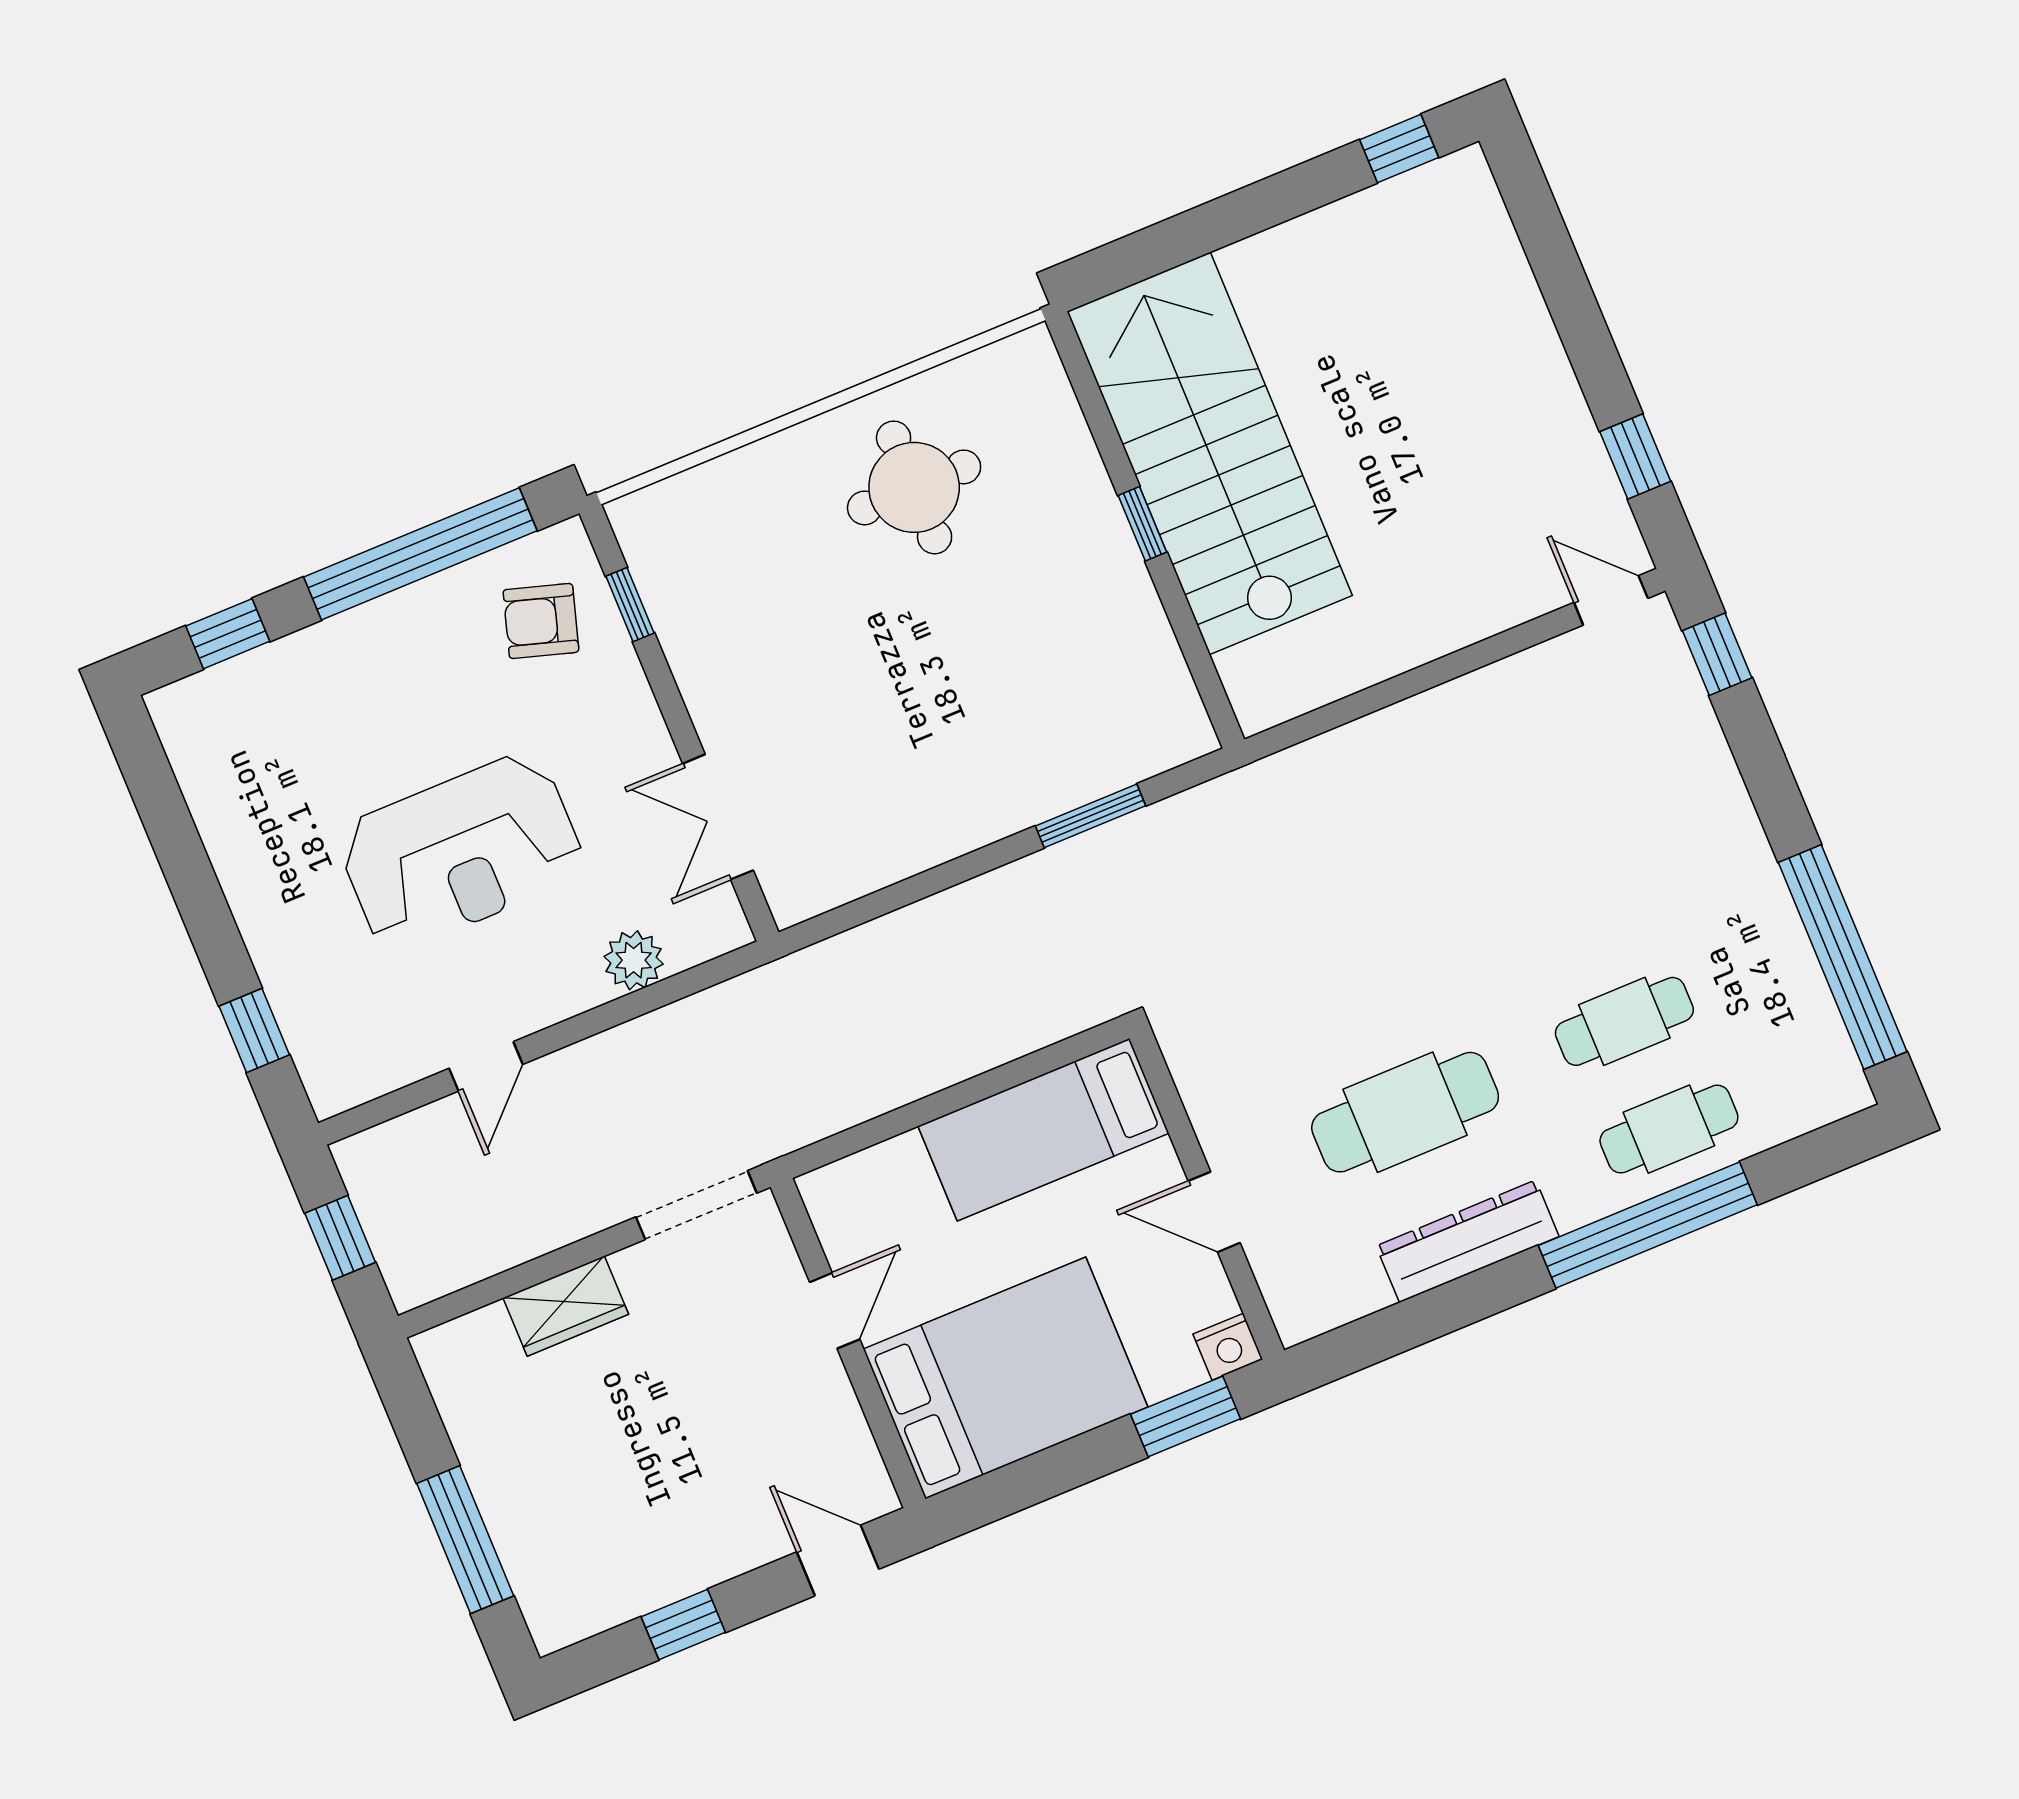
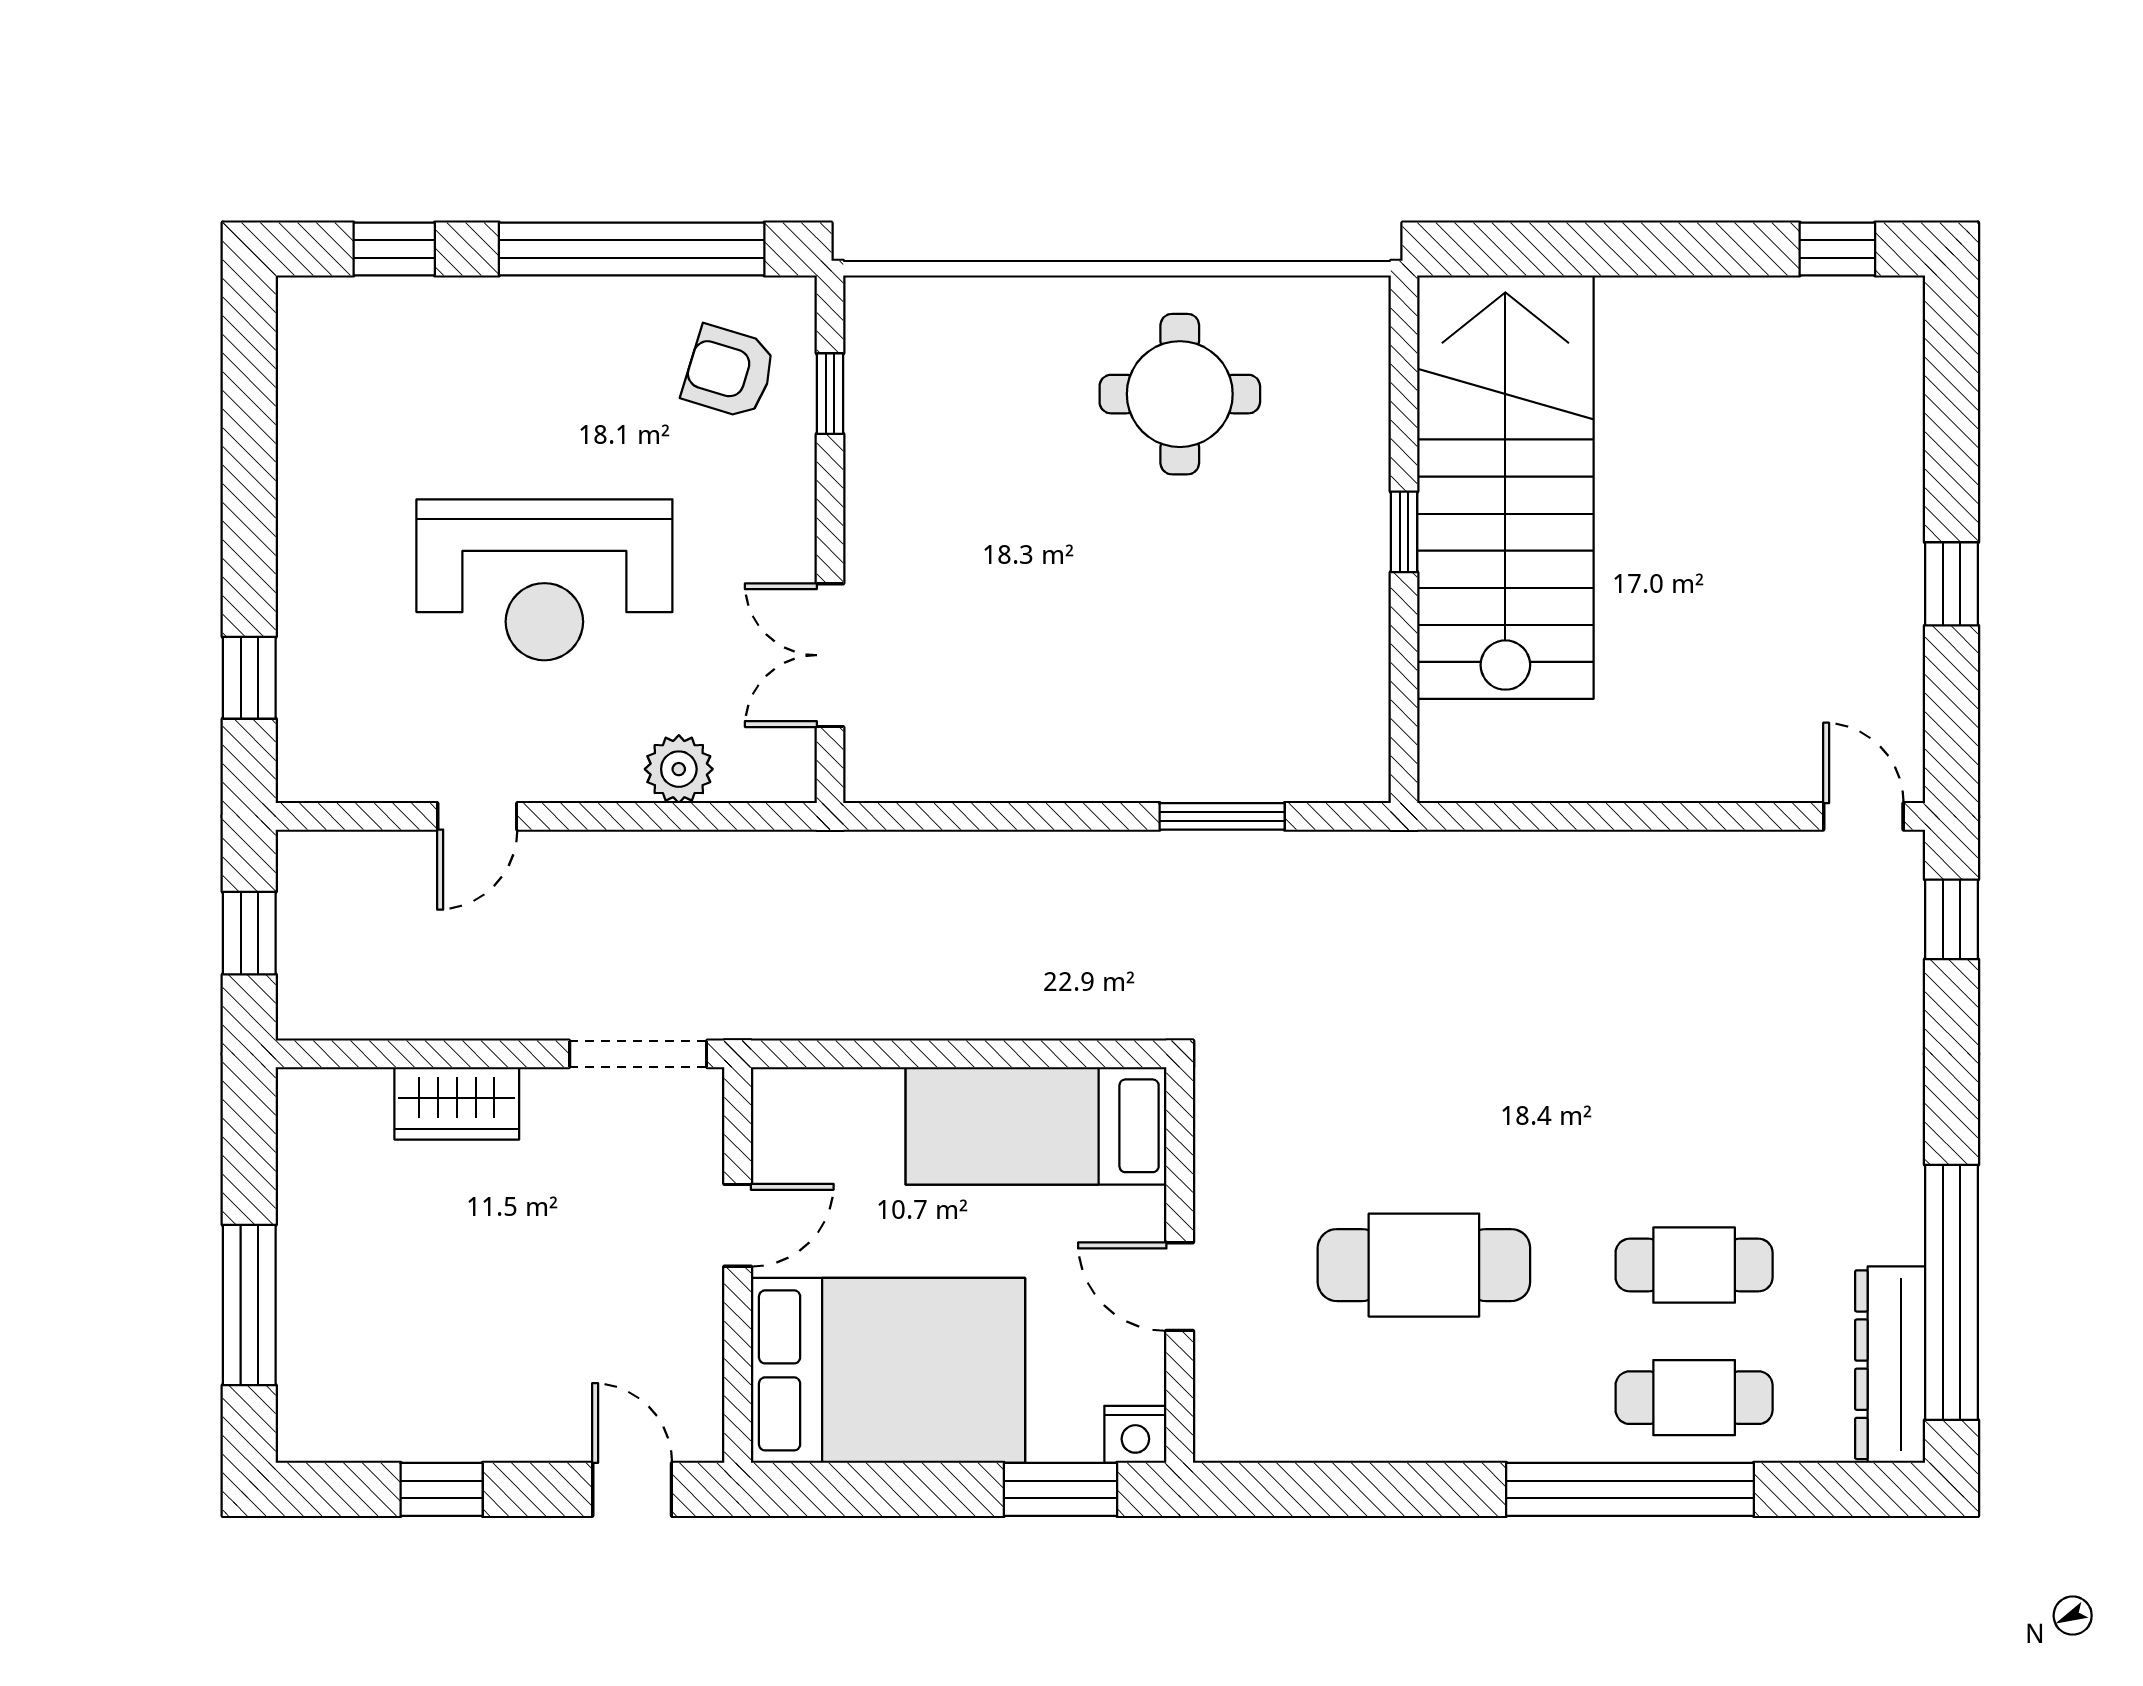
window: (1635, 456) -> (1952, 584), moved
dresser: (1468, 1241) -> (1890, 1365), moved, turned -90

